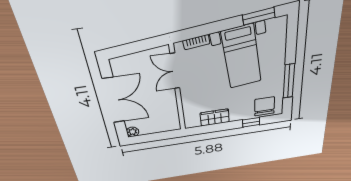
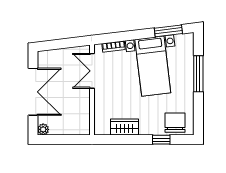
window: (289, 81) -> (198, 74), moved

